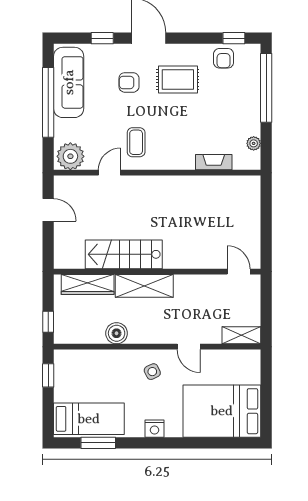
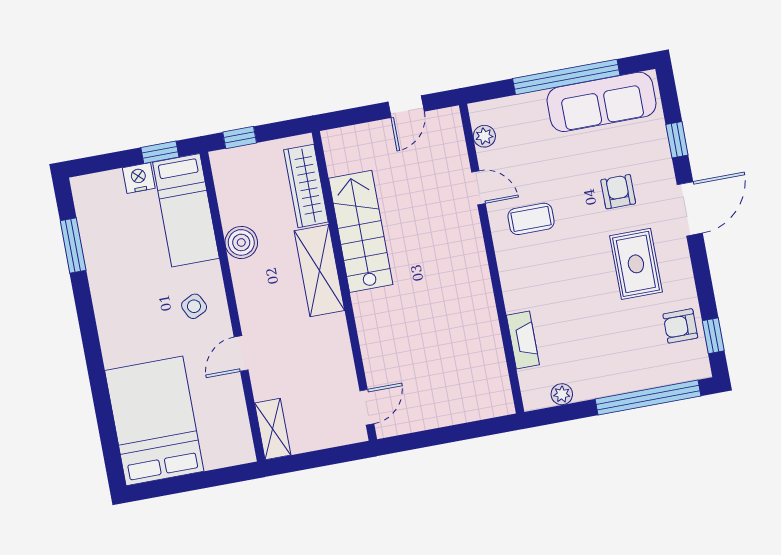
plant: (70, 156) -> (484, 136), width x0.53, depth x0.53
bed: (89, 419) -> (186, 210), moved
nightstand: (155, 429) -> (139, 178), moved, turned 90

